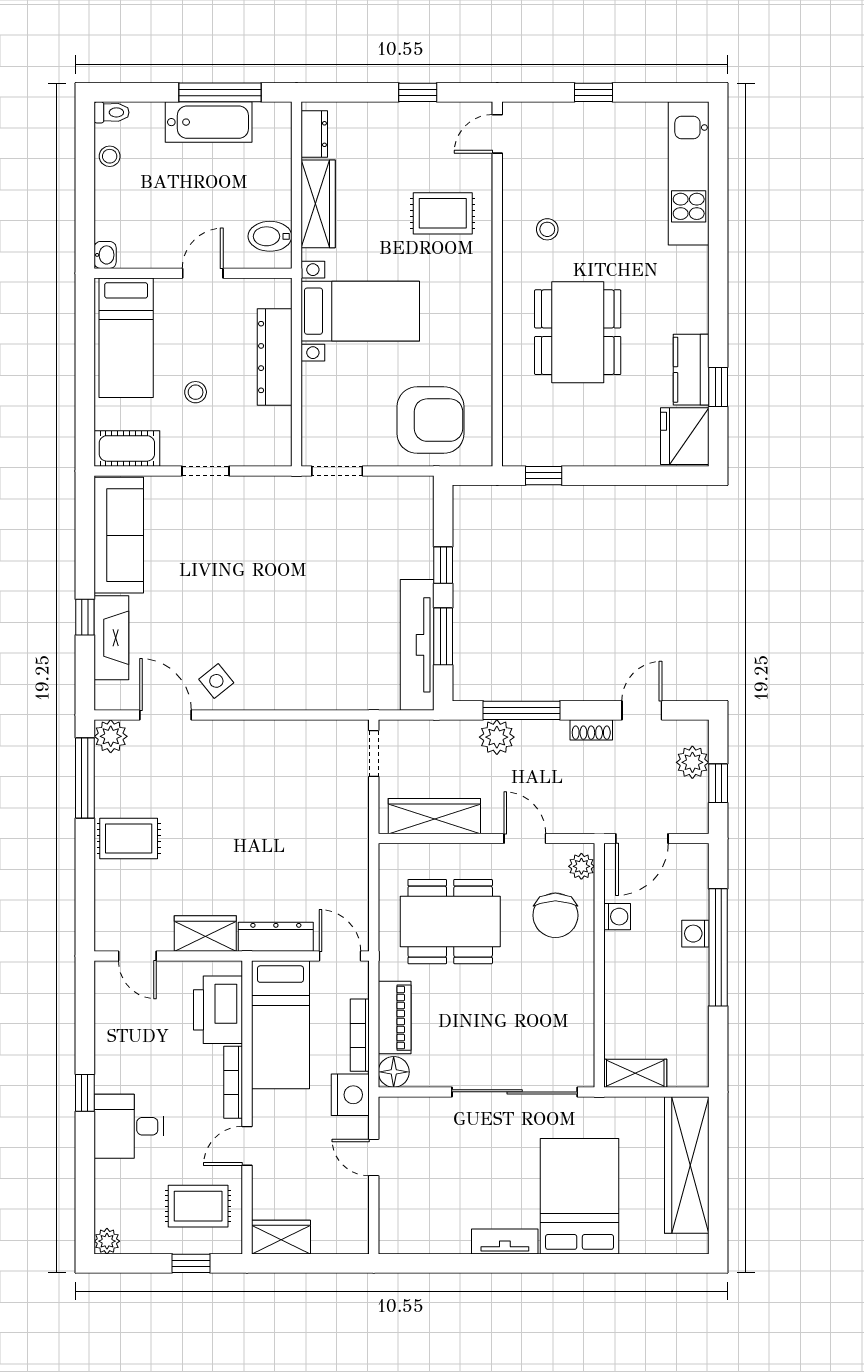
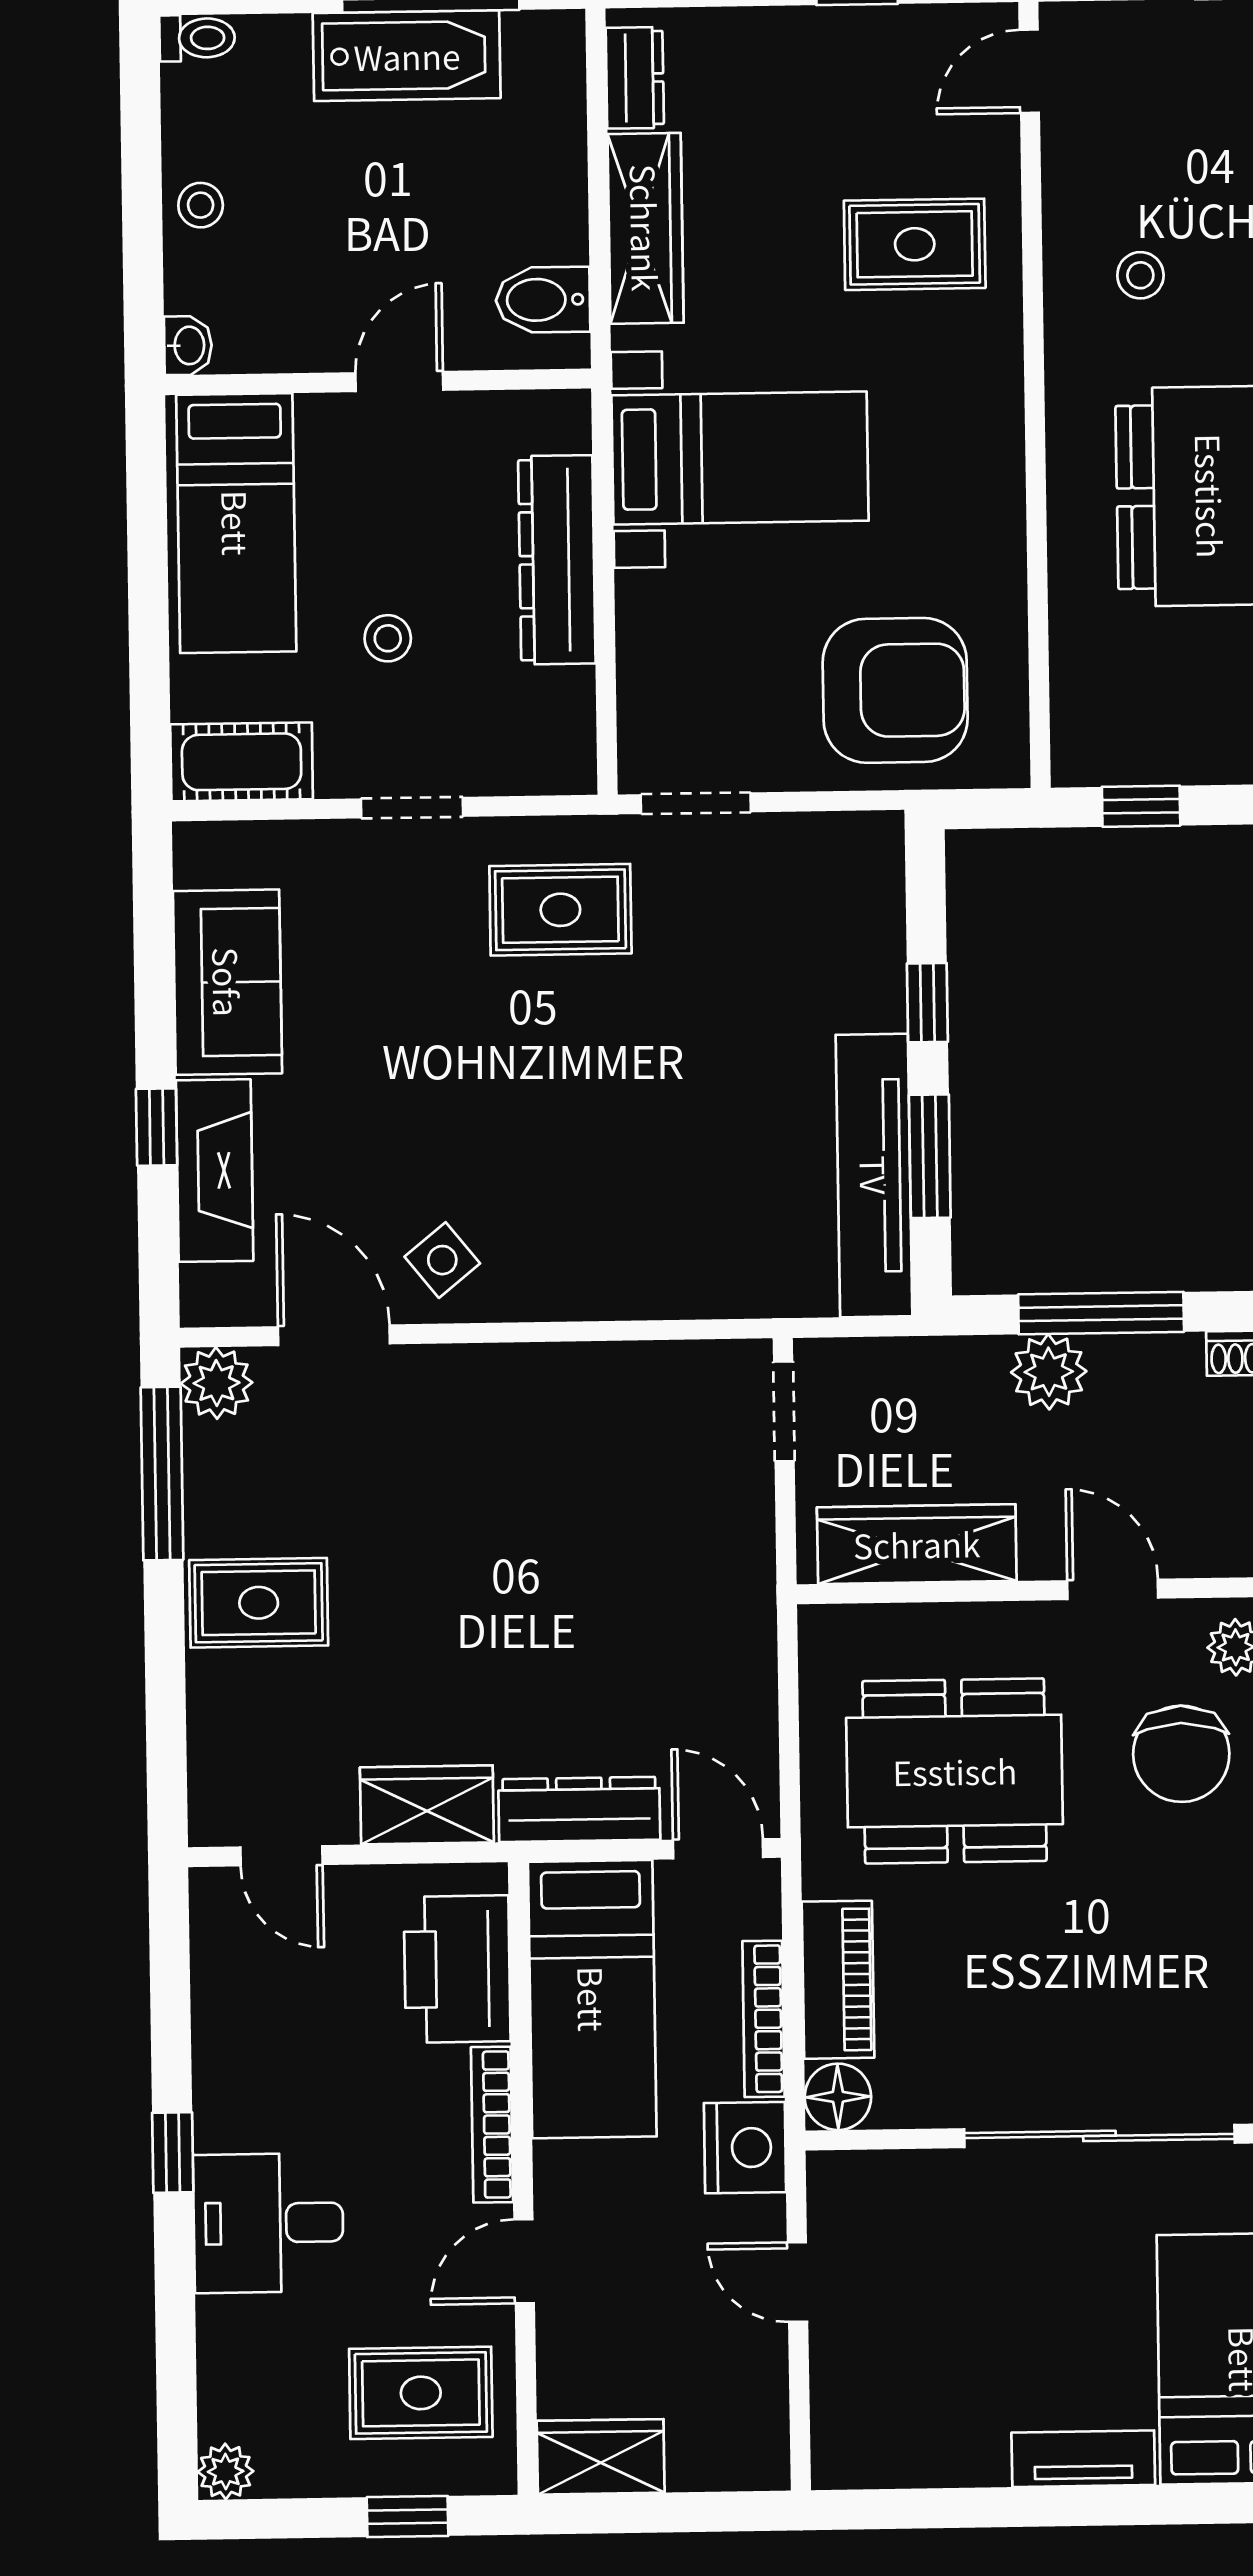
stool: (110, 156) -> (201, 205), moved
rug: (274, 519) -> (560, 910), added
sofa: (119, 535) -> (227, 982), width x0.73

